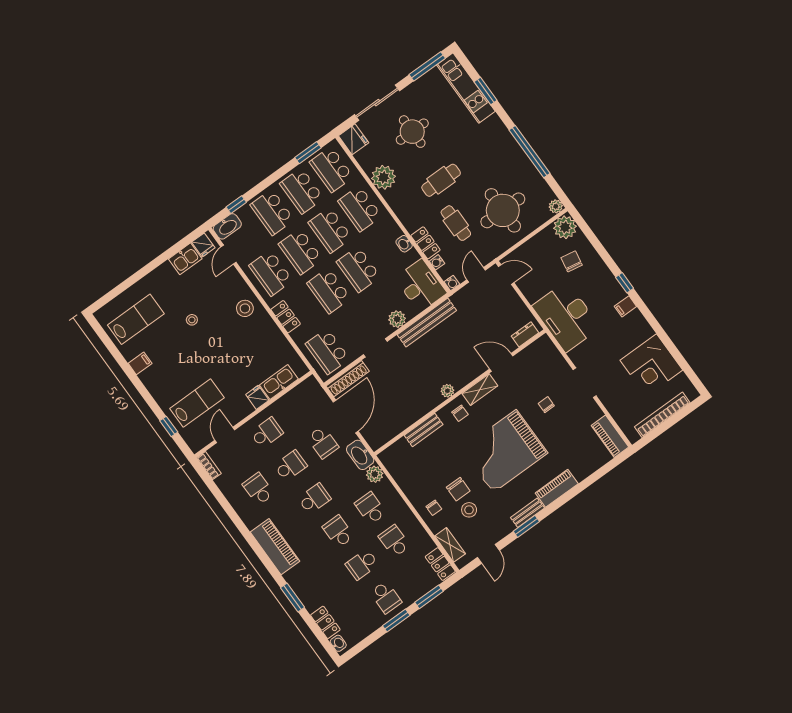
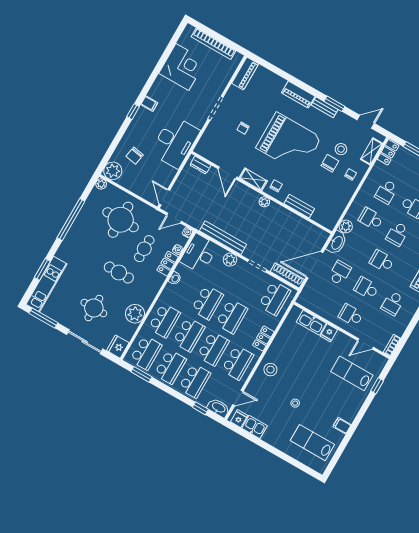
school desk: (370, 508) -> (371, 219), turned 90

